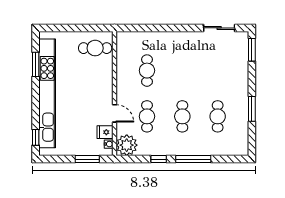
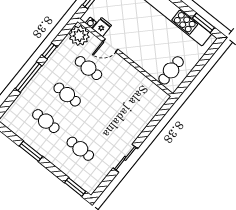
sliding door: (219, 28) -> (125, 158), moved
window: (36, 64) -> (203, 23), moved
cafe table: (147, 71) -> (80, 149), moved

